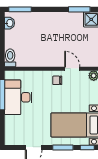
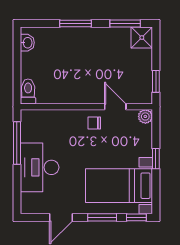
window: (20, 9) -> (75, 23), moved
desk: (18, 97) -> (40, 167), moved

